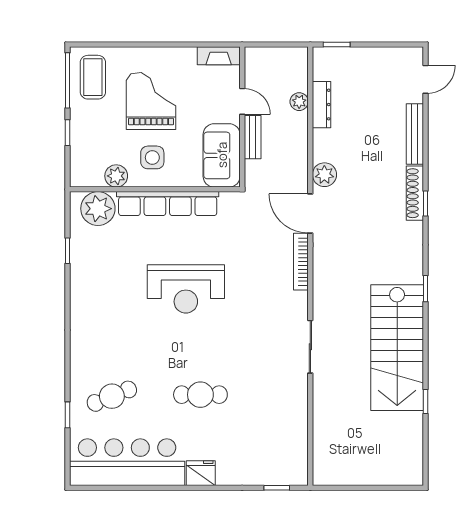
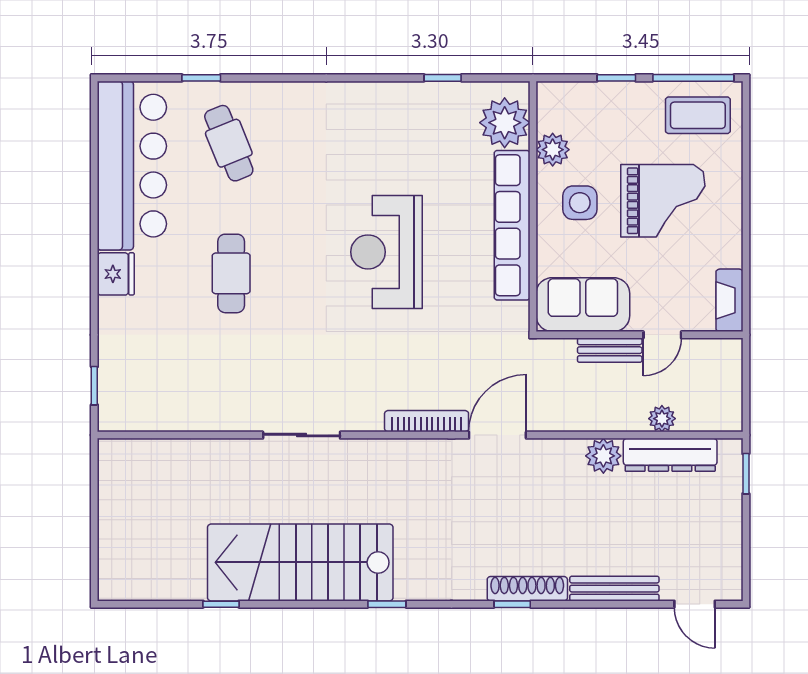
dresser: (322, 105) -> (670, 455), width x1.37, depth x1.24
plant: (324, 175) -> (603, 456), moved

